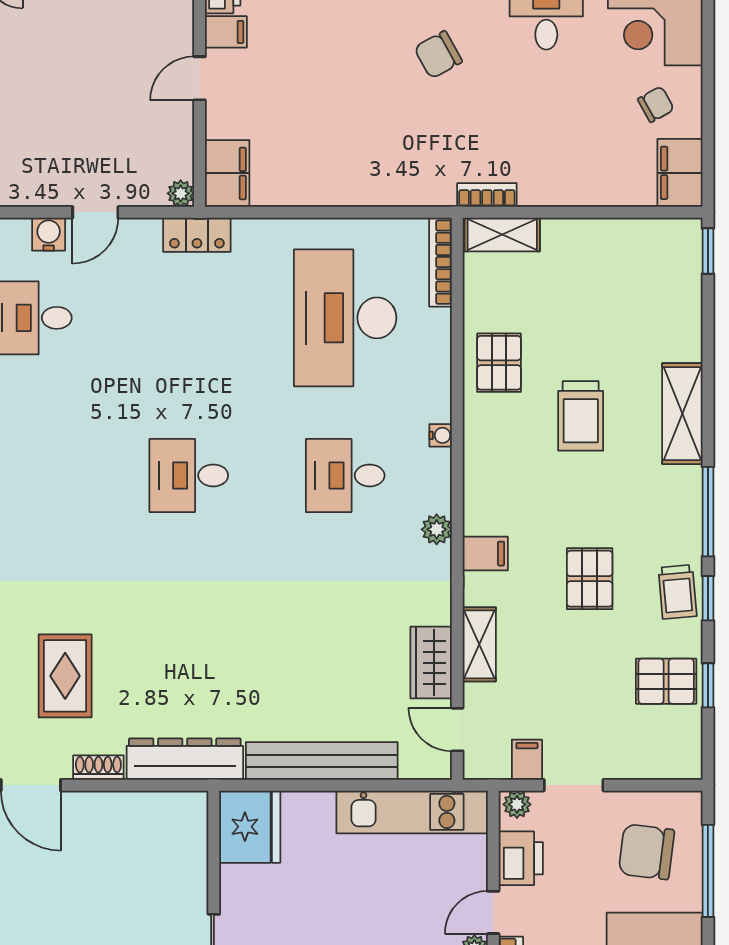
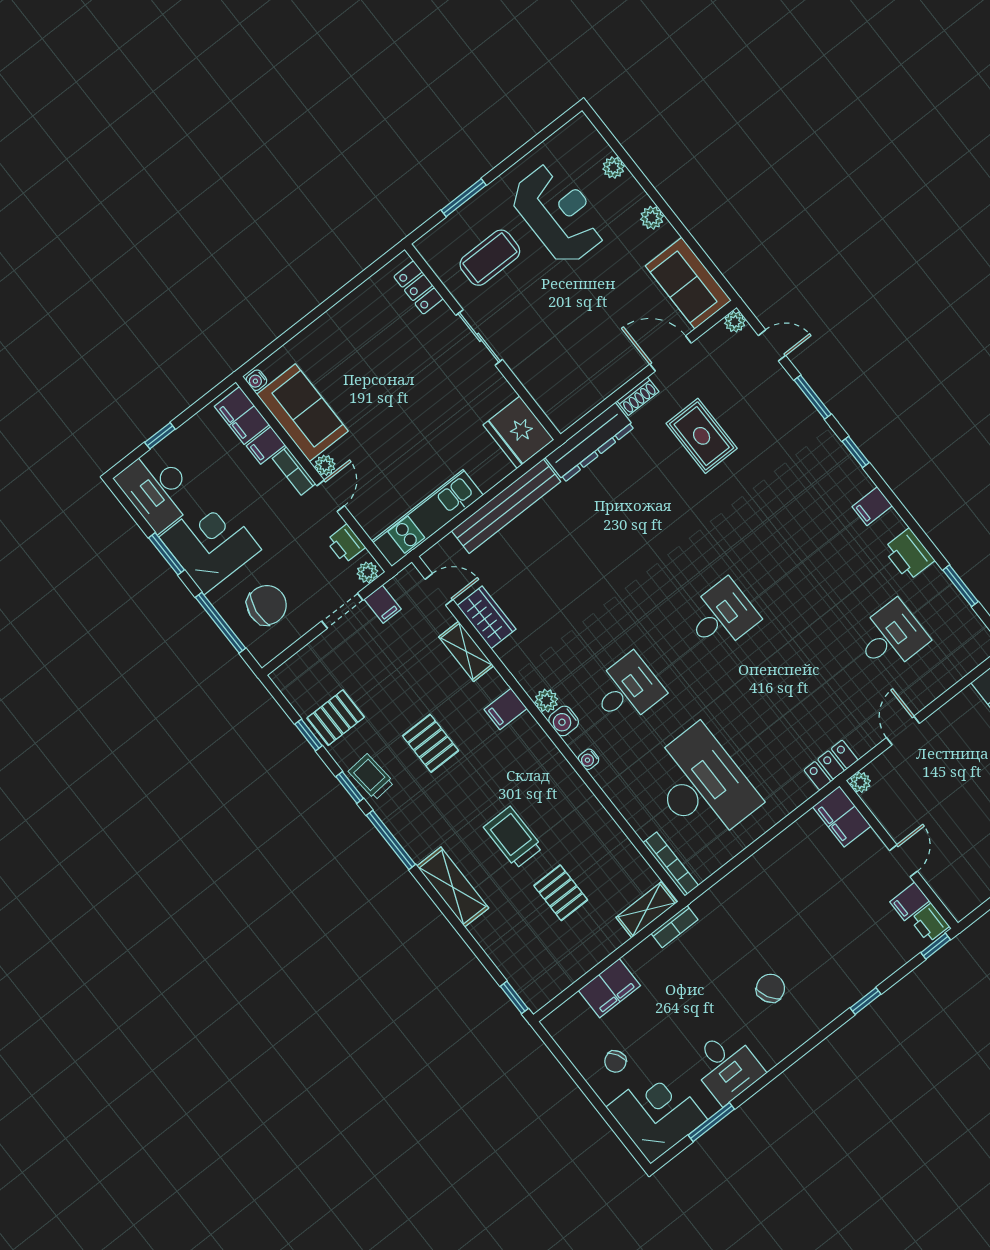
filing cabinet: (680, 173) -> (609, 988), moved, turned 90
water cooler: (49, 234) -> (564, 721), moved, turned 90
pallet: (499, 363) -> (561, 893), moved
printer: (521, 858) -> (346, 544), width x0.73, depth x0.81

